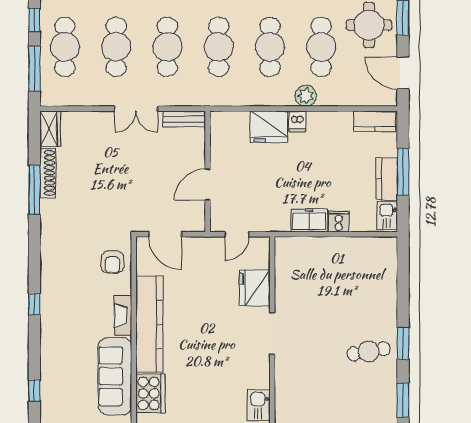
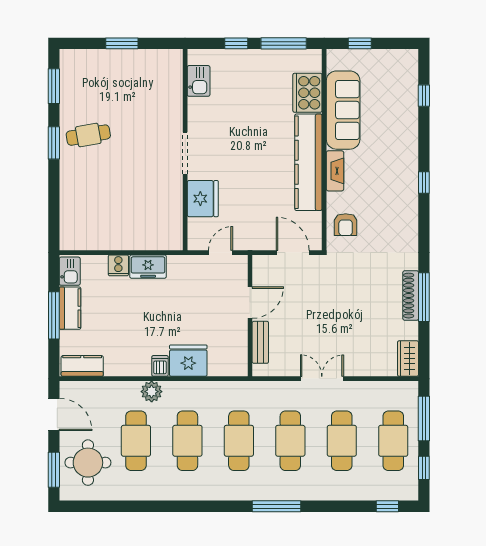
bench: (184, 119) -> (260, 342), moved, turned 90
shoe rack: (48, 173) -> (411, 296), moved
armchair: (112, 262) -> (346, 225), turned 180

